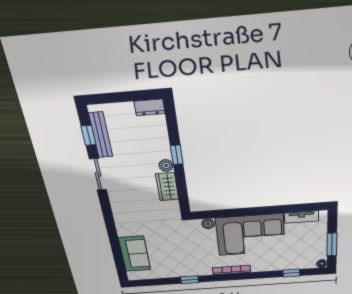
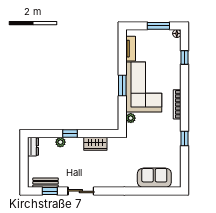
bench: (101, 135) -> (46, 183), width x0.73
plant: (166, 165) -> (60, 142), moved
window: (251, 211) -> (122, 86), added

